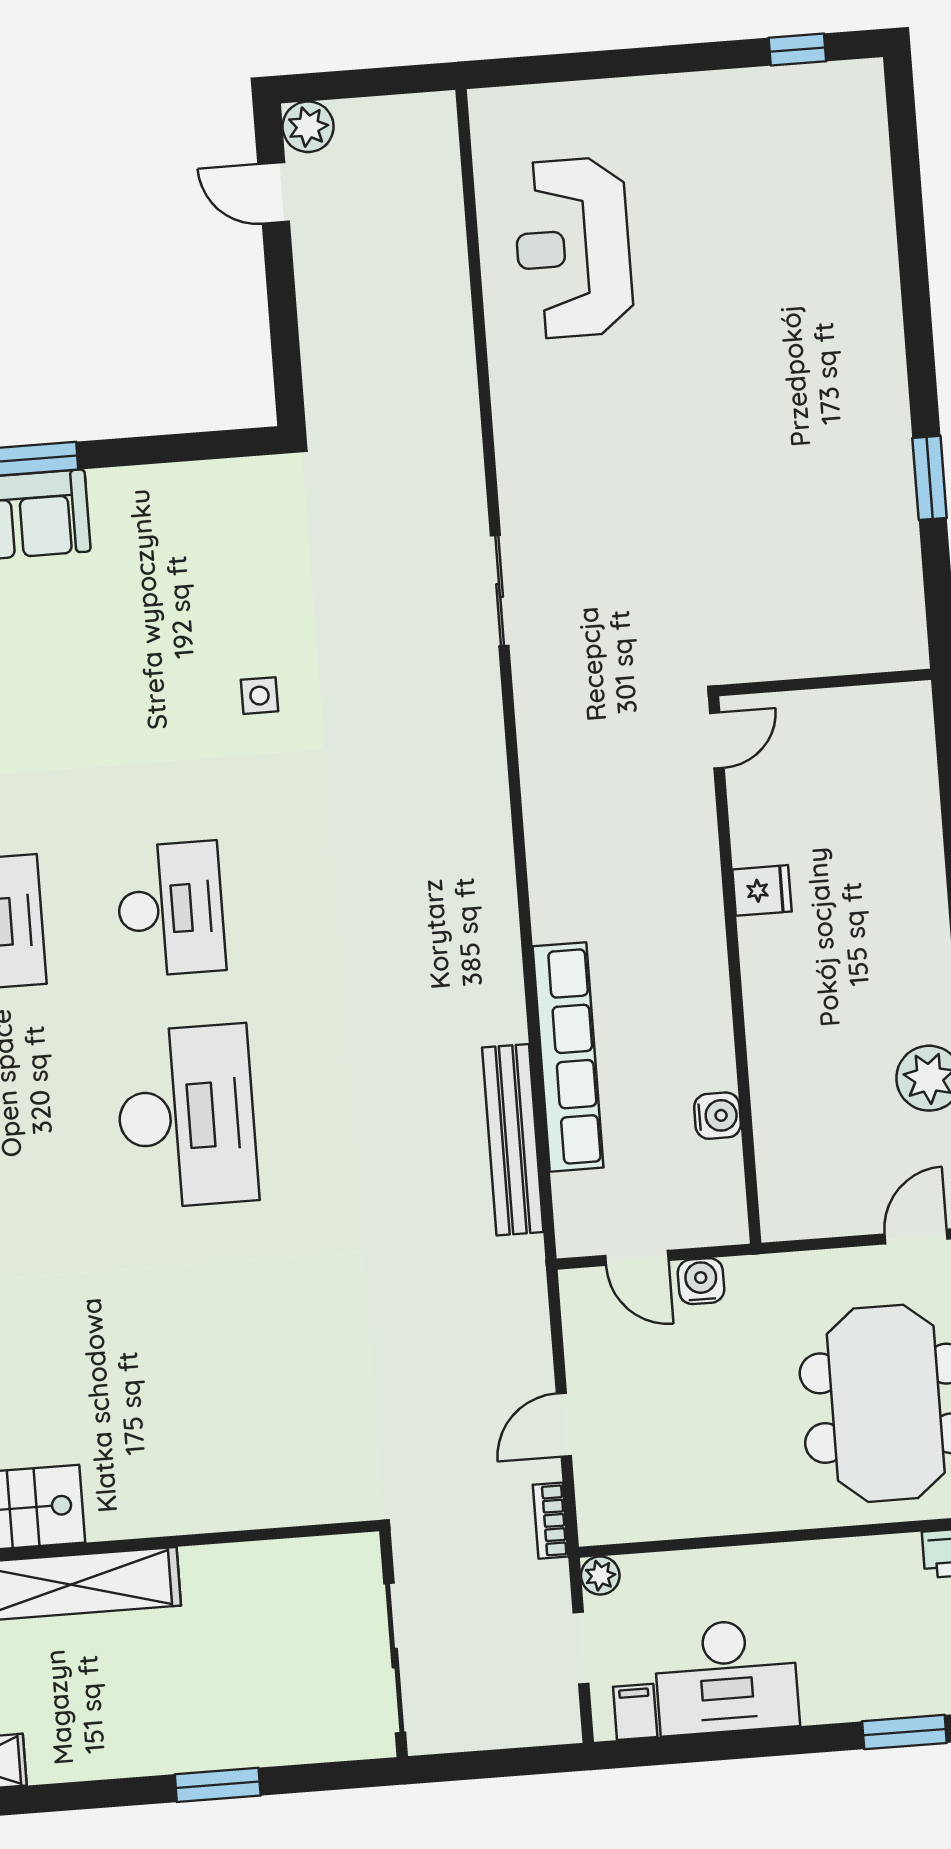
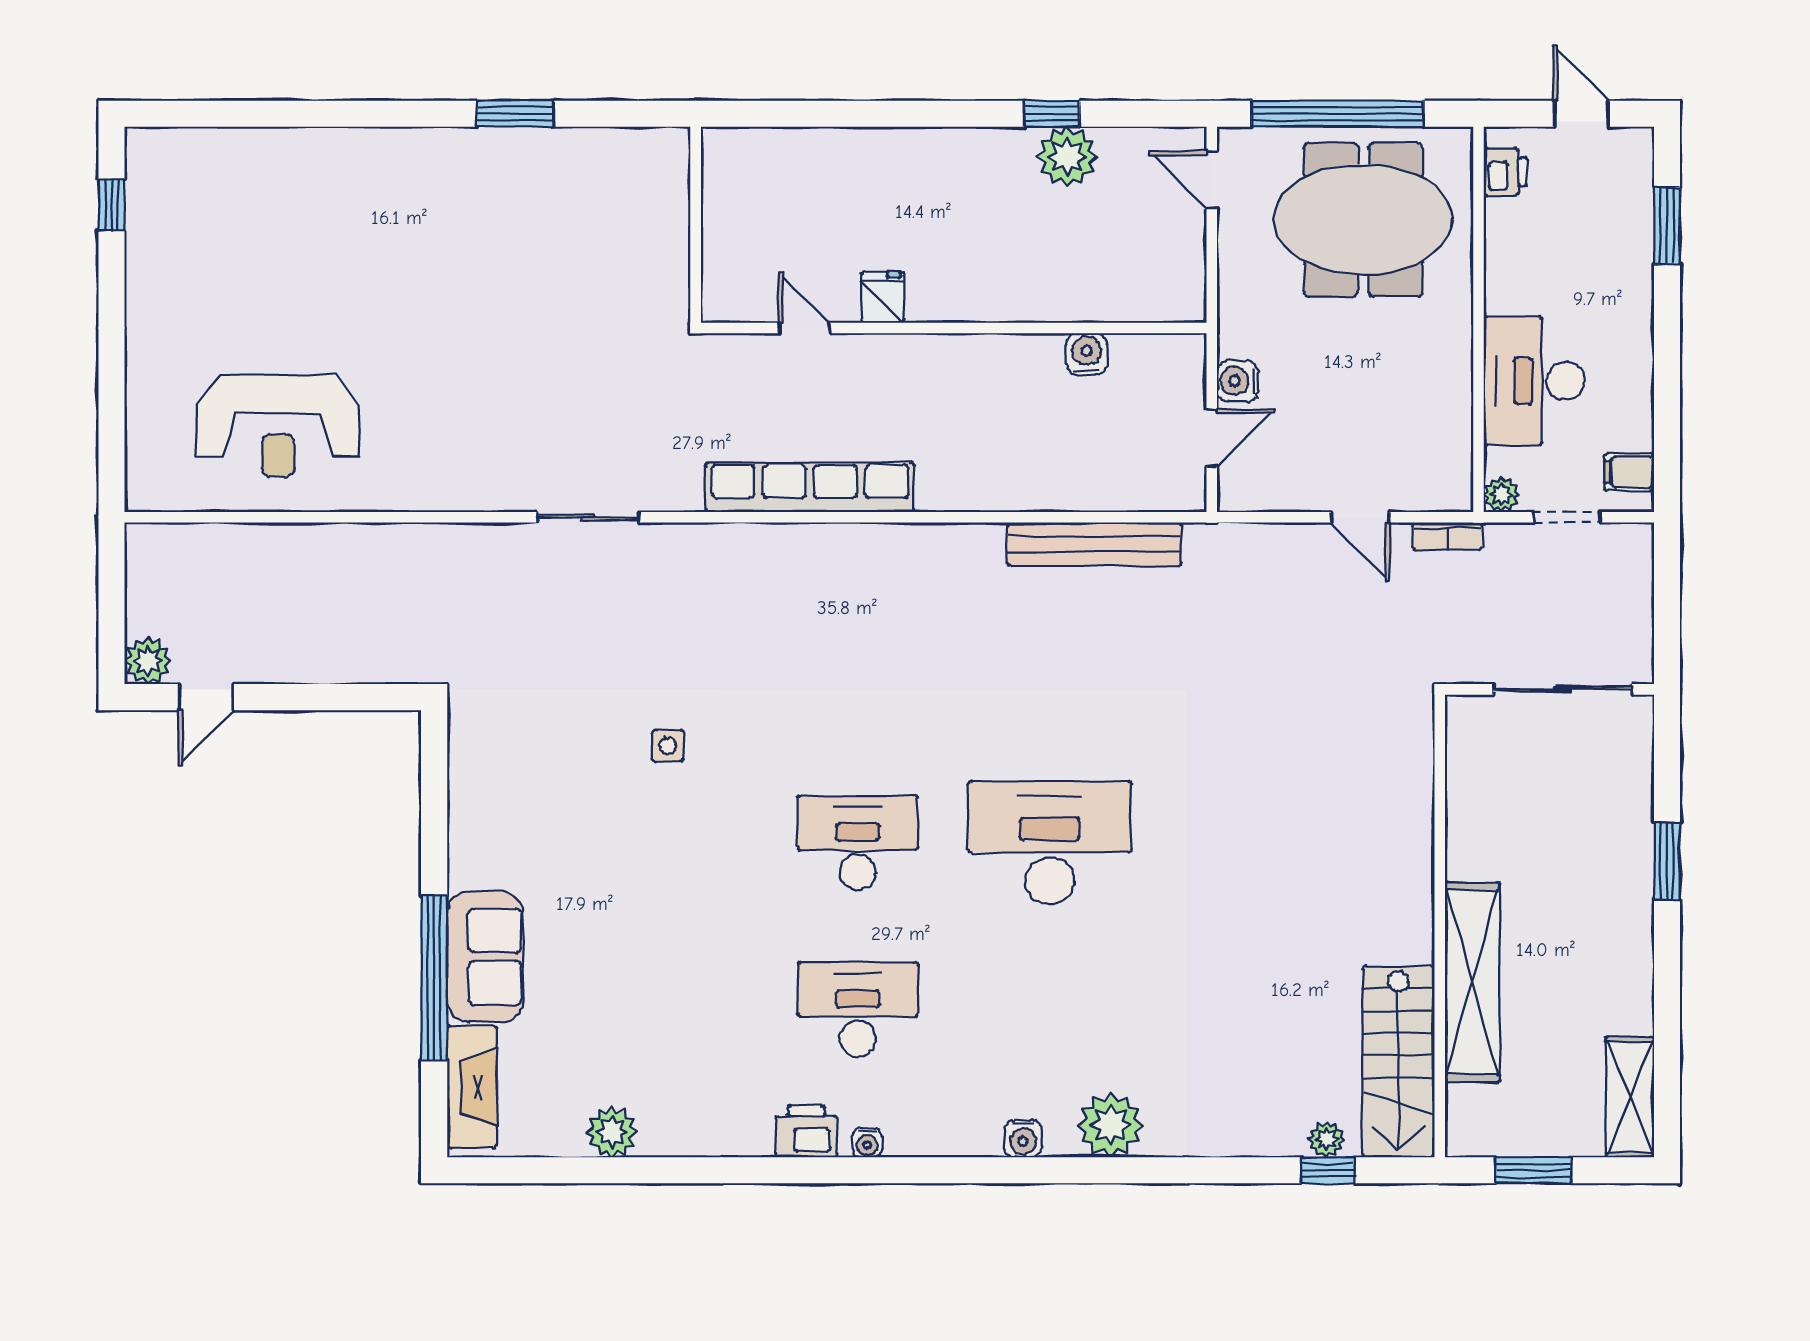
door: (717, 740) -> (805, 328), moved
row of seats: (568, 1057) -> (810, 487), moved
desk: (726, 1677) -> (1534, 381), moved, turned 180

